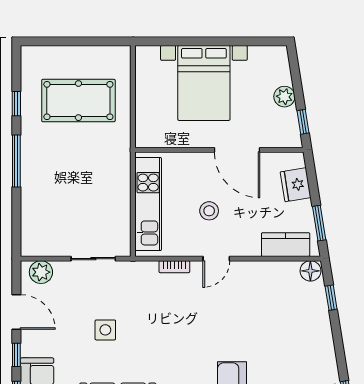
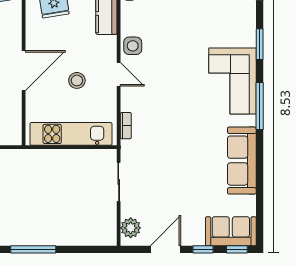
door: (237, 150) -> (24, 71), moved
bookcase: (174, 267) -> (126, 126), moved
side table: (105, 330) -> (133, 46), moved

